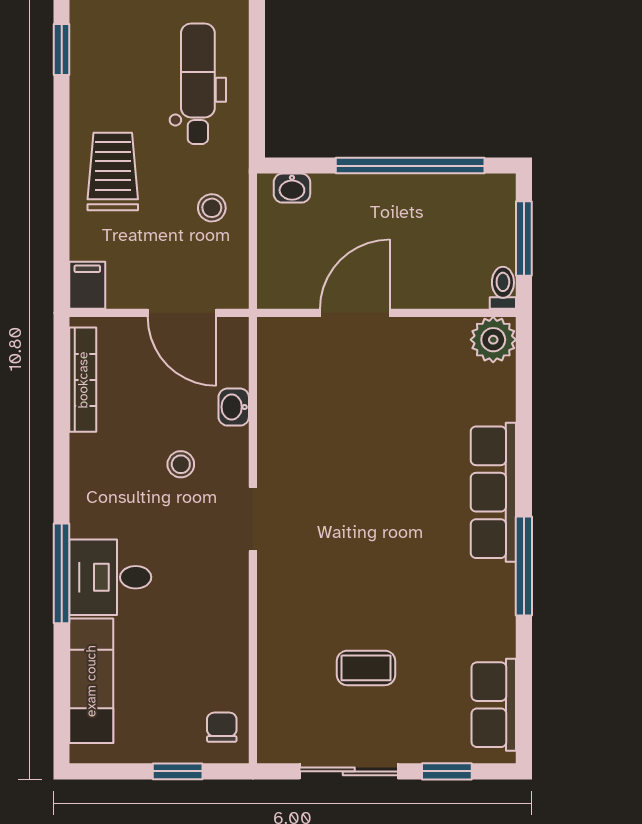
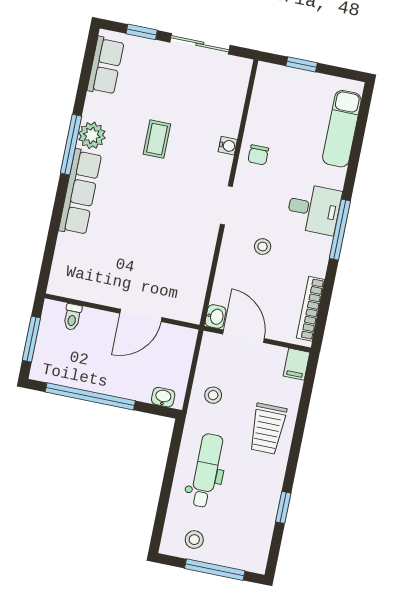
dental chair: (198, 84) -> (206, 471), turned 180
toilet: (503, 288) -> (72, 317), moved
plant: (493, 340) -> (92, 135), moved
washbasin: (234, 407) -> (216, 317), moved
window: (62, 573) -> (340, 230), moved
desk: (110, 577) -> (314, 209), moved
water cooler: (270, 616) -> (228, 146), added
coffee table: (366, 668) -> (157, 139), moved, turned 90
chair: (222, 727) -> (258, 155), moved

